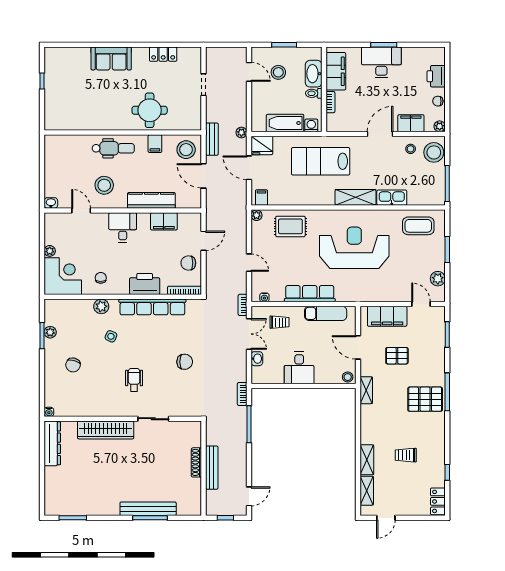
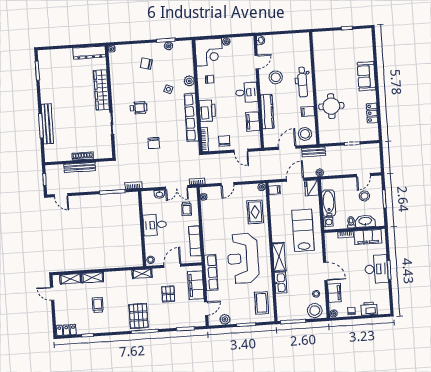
reception desk: (354, 248) -> (243, 258), turned 180
row of seats: (310, 294) -> (211, 273), moved

